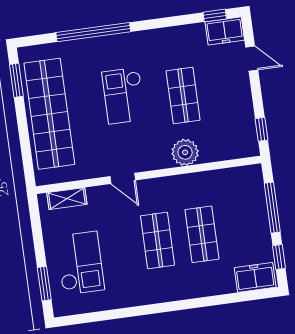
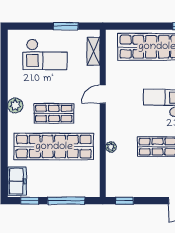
plant: (185, 152) -> (111, 147), width x0.53, depth x0.53
shop shelf: (202, 234) -> (54, 147), width x2.00, depth x1.36
window: (44, 284) -> (66, 26), moved
plant: (154, 294) -> (15, 105), added

